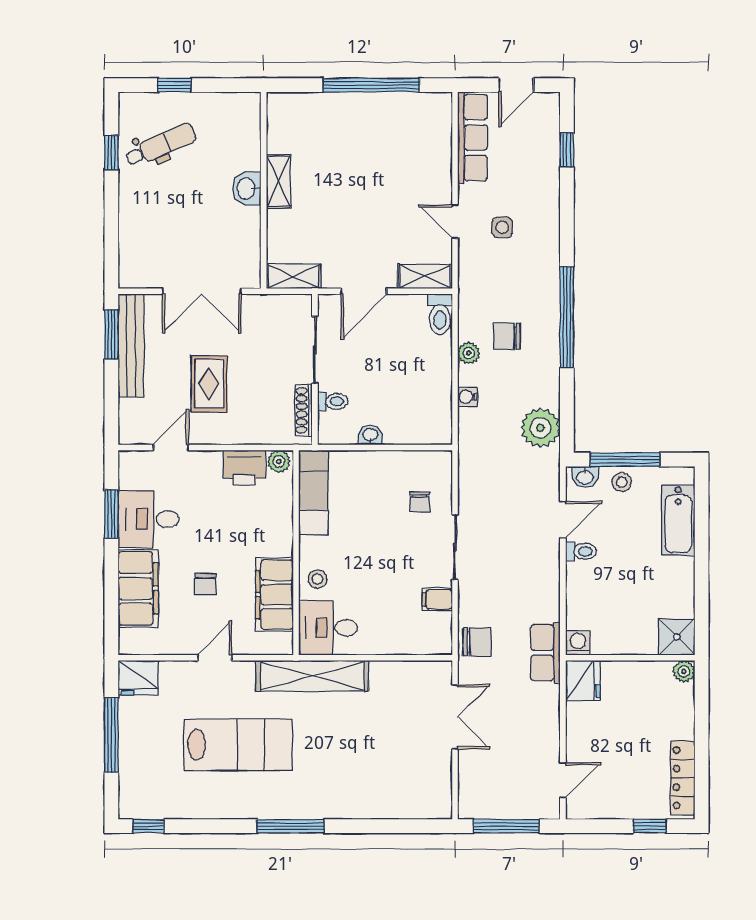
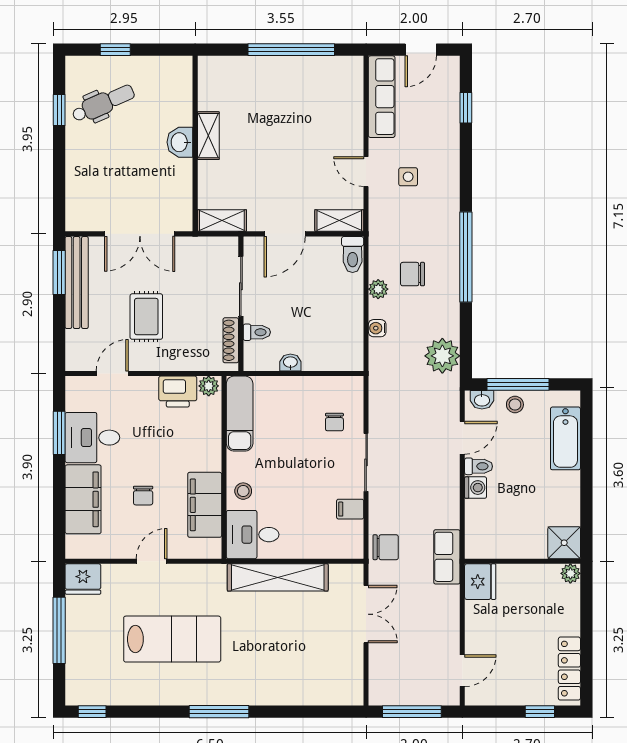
washing machine: (578, 643) -> (476, 488), moved, turned 90
shelving: (312, 676) -> (278, 577), moved

